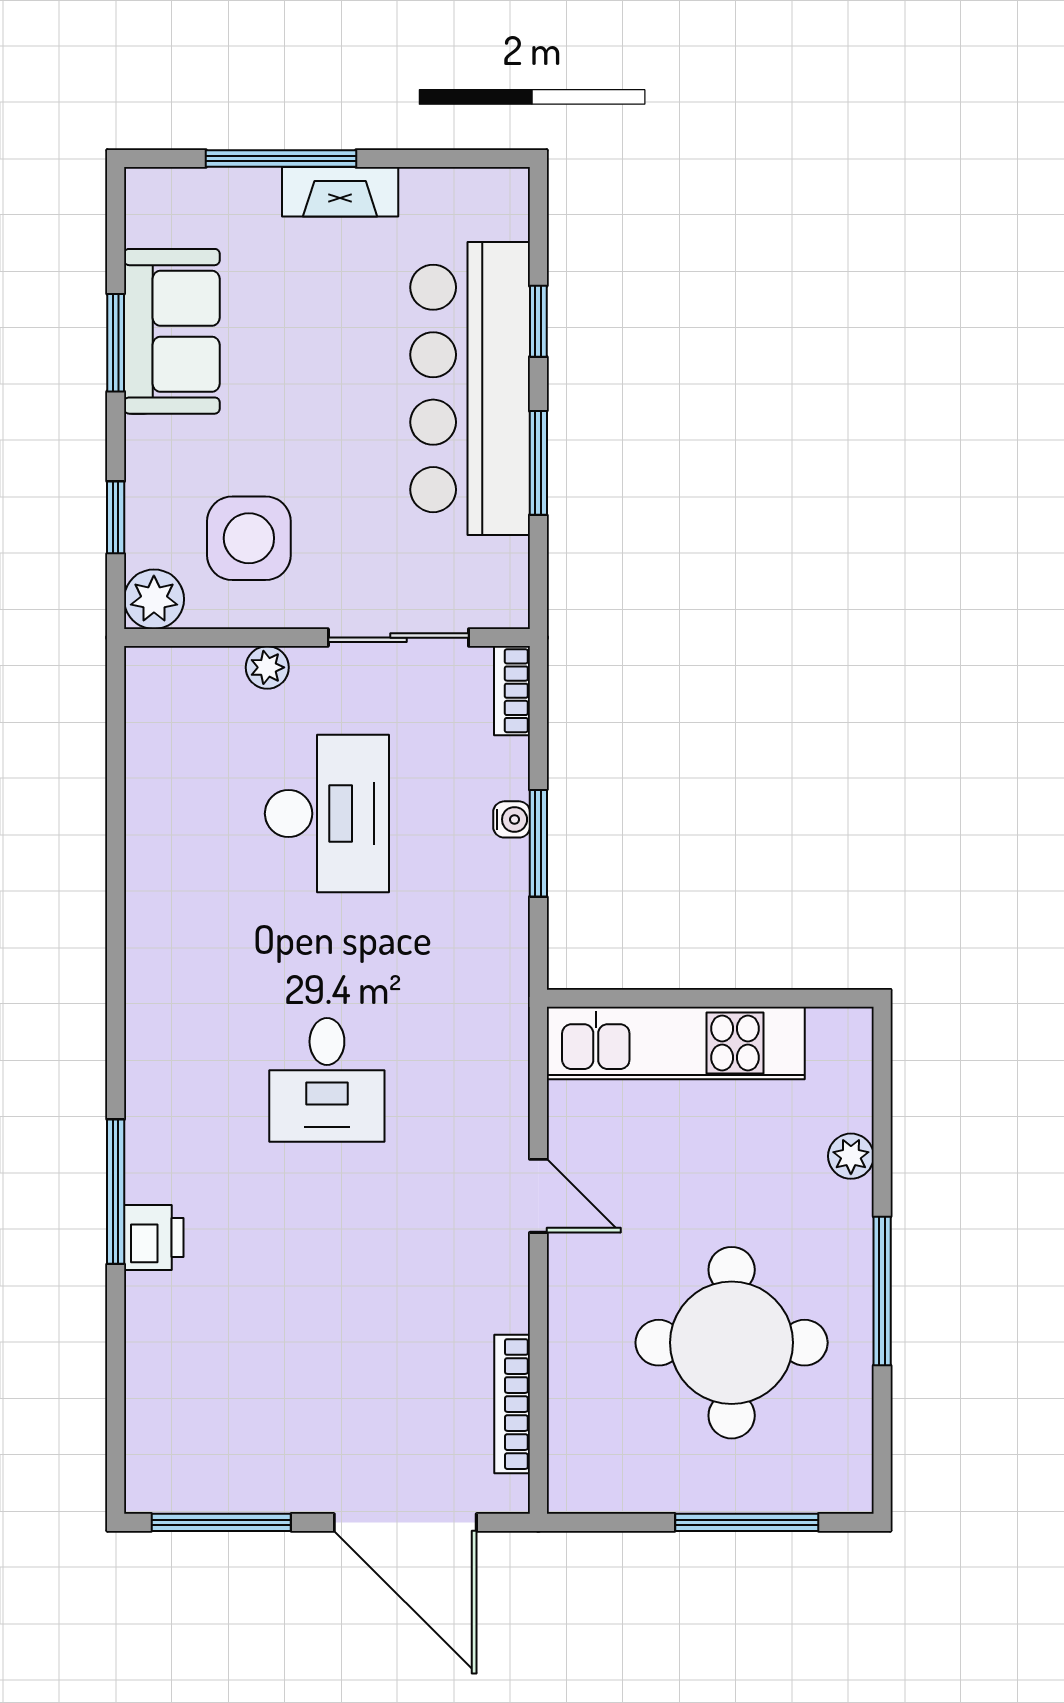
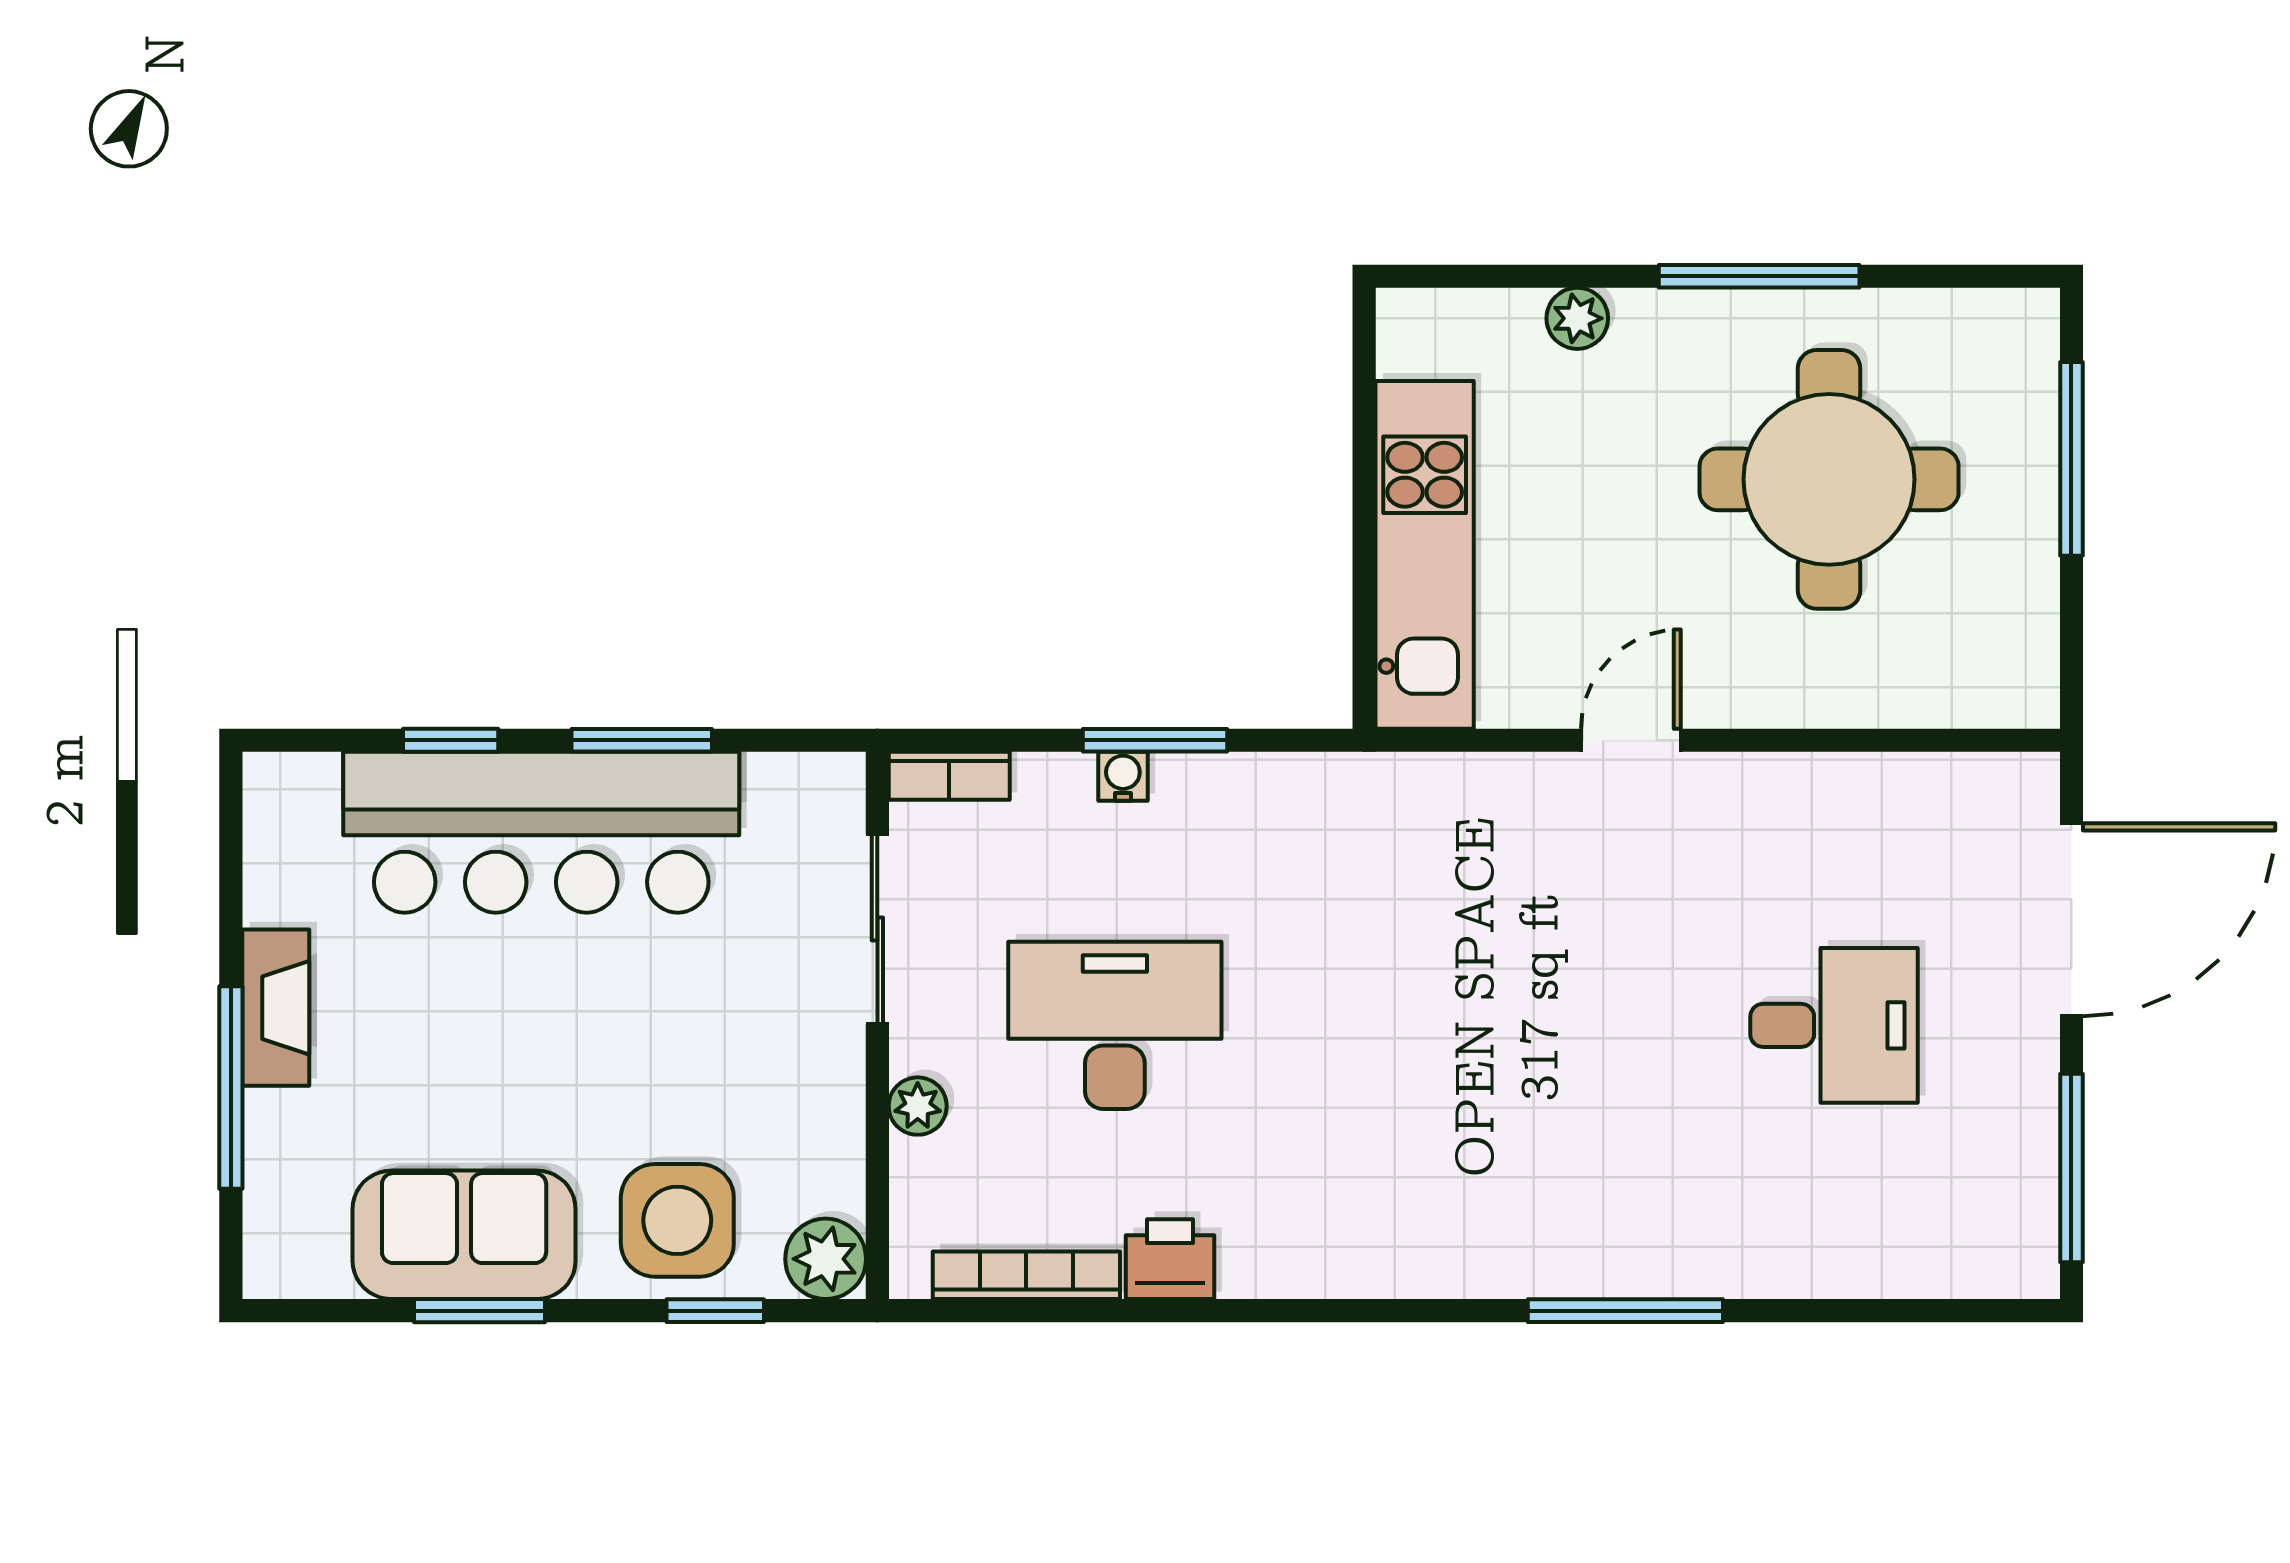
side table: (249, 538) -> (677, 1220), moved
desk: (327, 1080) -> (1834, 1025), moved
printer: (154, 1237) -> (1170, 1259), moved
bookcase: (512, 1404) -> (1026, 1275), moved, turned 180

